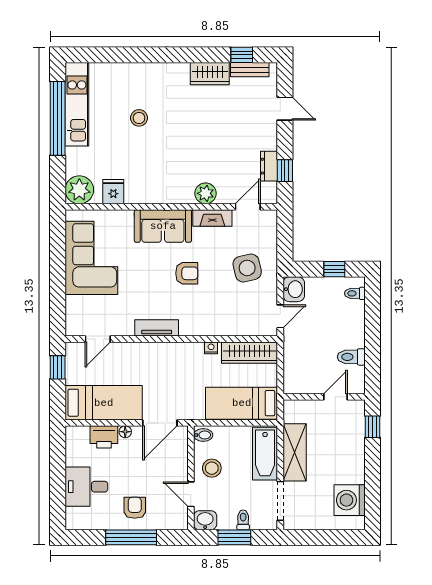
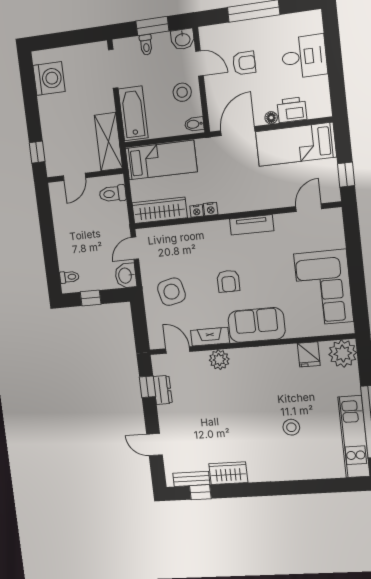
door: (248, 207) -> (178, 350), swing flipped
armchair: (187, 273) -> (228, 281), turned -90
nightstand: (196, 348) -> (211, 209), added
toilet: (351, 357) -> (113, 194), moved, turned 180
shelving: (295, 452) -> (108, 142), moved
armchair: (135, 508) -> (244, 63), moved, turned -90

